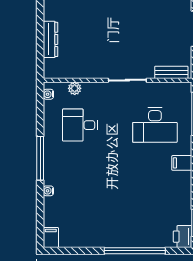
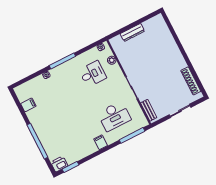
desk: (80, 125) -> (93, 74), turned 90
desk: (155, 125) -> (114, 116), turned -90
filing cabinet: (51, 238) -> (28, 105), moved

